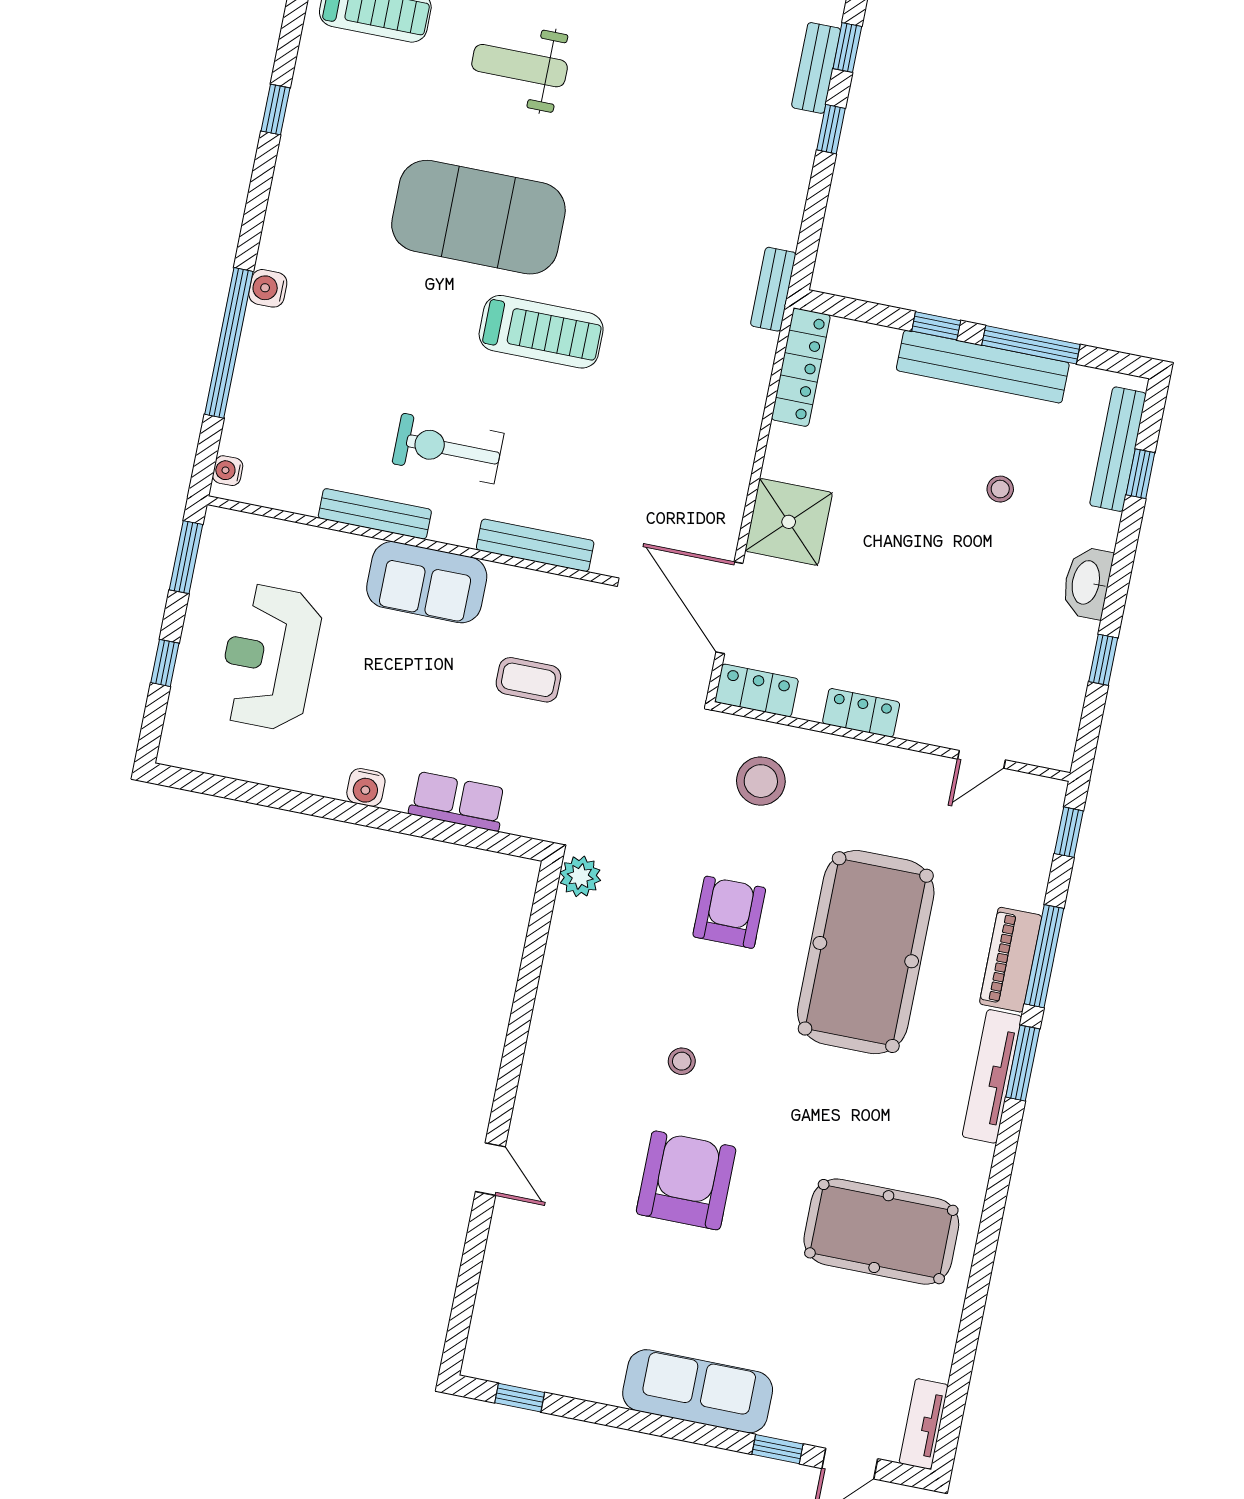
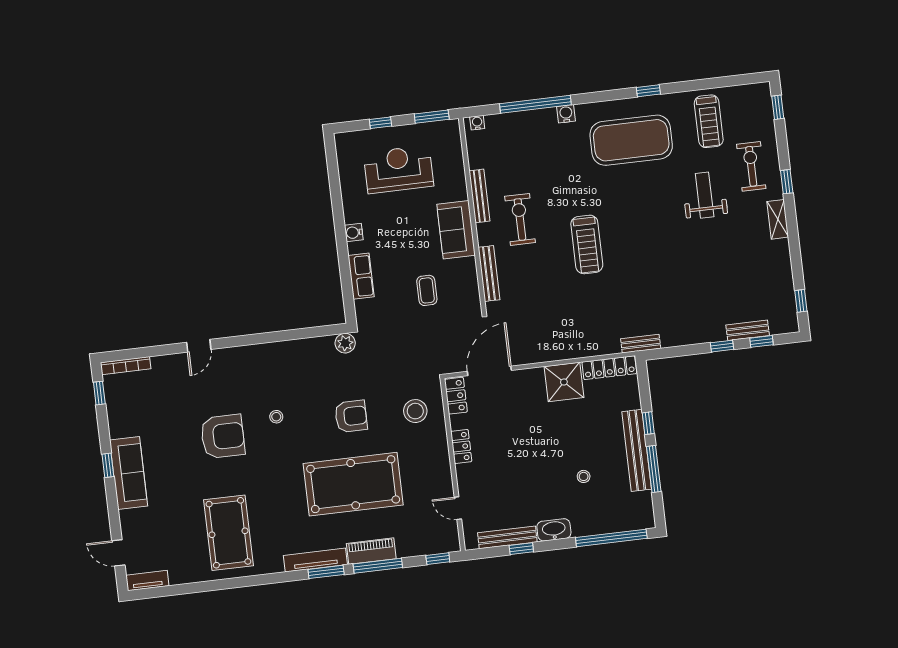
exercise mat: (478, 217) -> (631, 140), moved, turned 90
bench: (1118, 449) -> (507, 537), moved
window: (1140, 474) -> (611, 538), width x3.17
shower: (789, 522) -> (564, 382), moved
bookcase: (482, 1328) -> (126, 366), added
window: (777, 1449) -> (108, 465), moved

